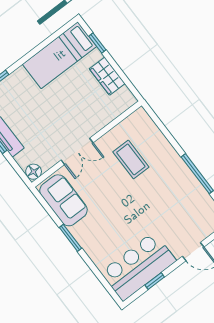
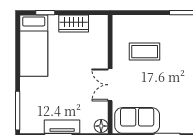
double door: (77, 151) -> (110, 85), swing flipped

